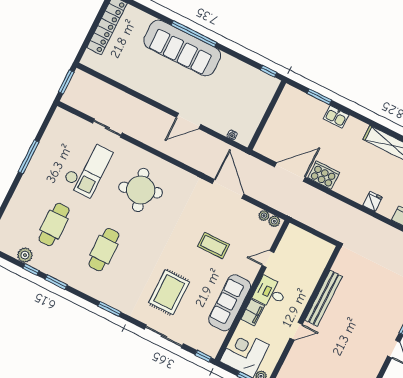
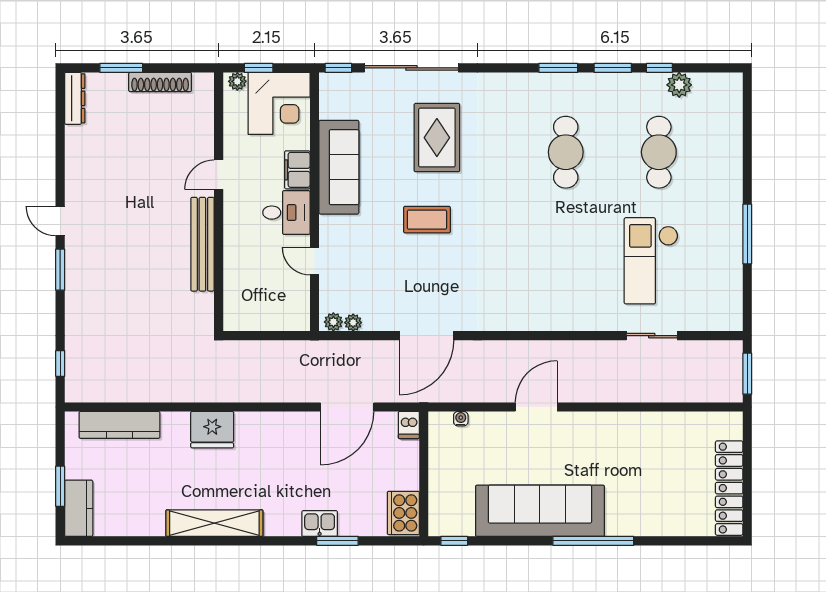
sofa: (182, 48) -> (540, 511), moved
window: (319, 97) -> (337, 541), moved
dishwasher: (262, 146) -> (409, 425), added
cooker: (324, 175) -> (403, 513), moved, turned 90
door: (228, 189) -> (426, 336), hinge flipped
round table: (141, 190) -> (556, 268), removed
fridge: (373, 201) -> (212, 430), width x1.88, depth x1.34
coffee table: (213, 245) -> (427, 220), moved
door: (268, 259) -> (314, 261), swing flipped
window: (109, 309) -> (558, 68), moved
sliding door: (164, 336) -> (411, 68), width x1.36

